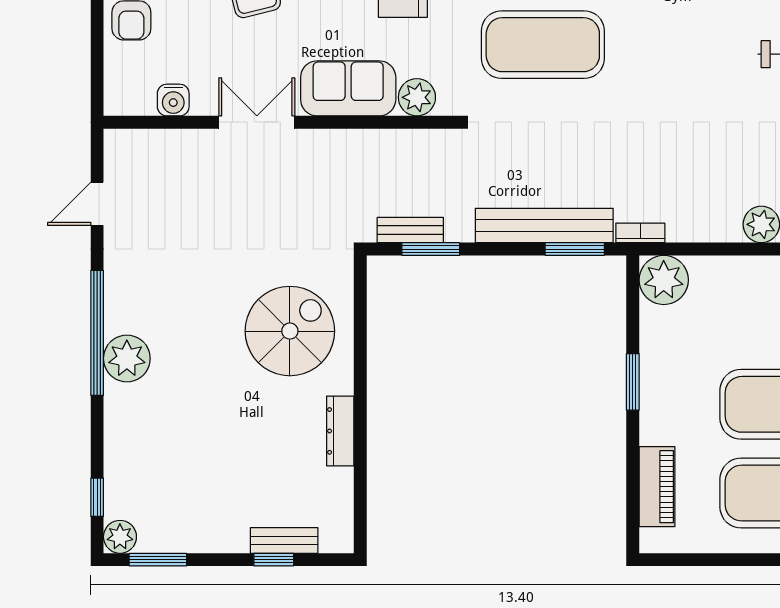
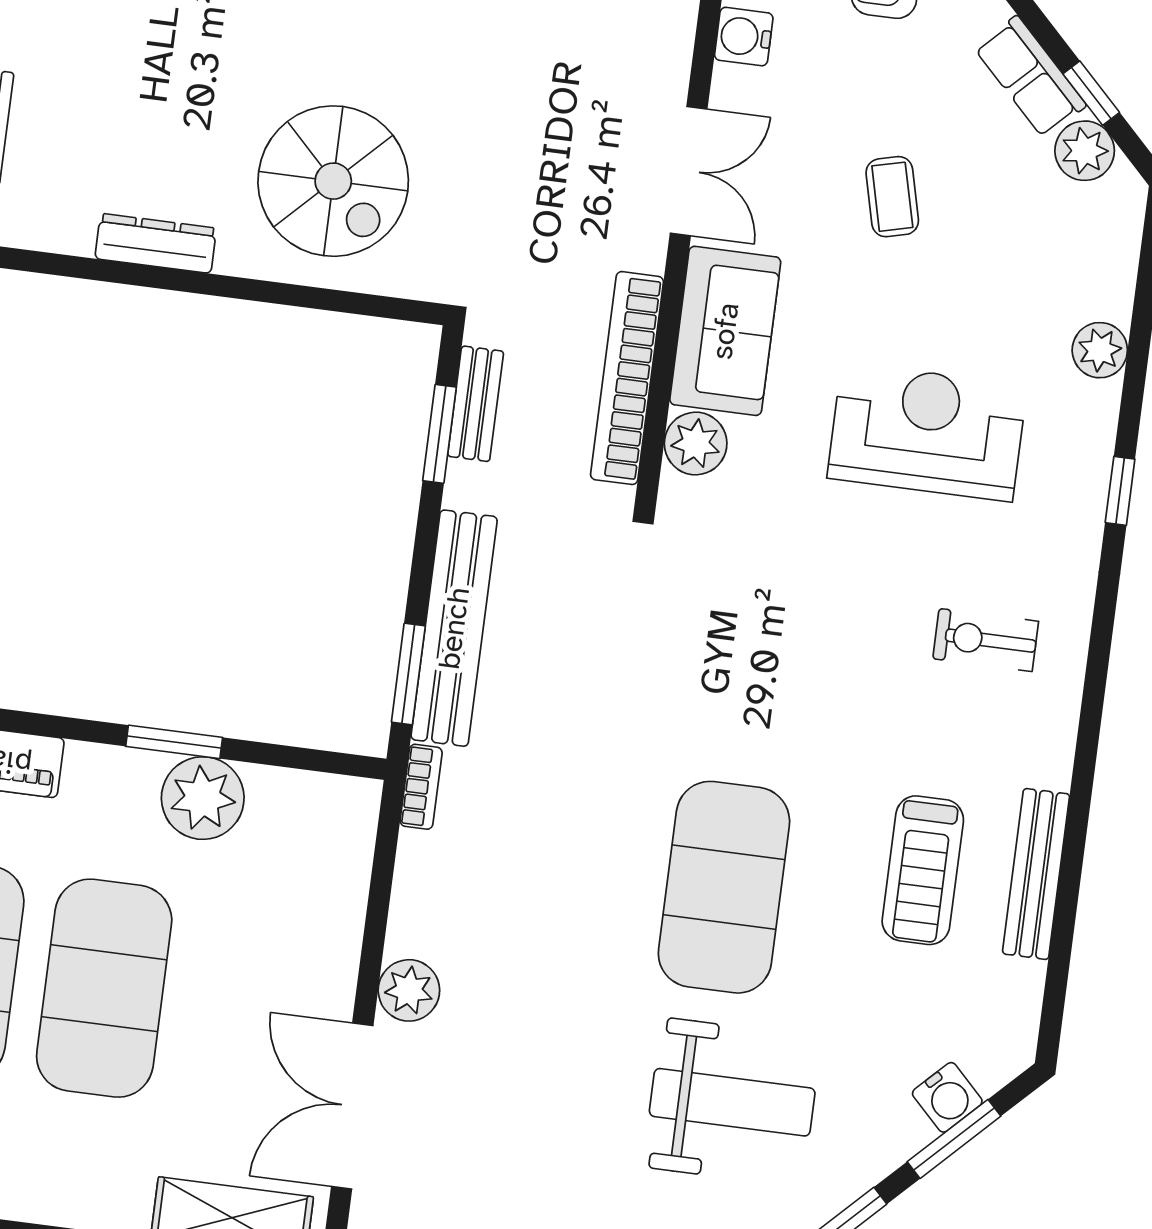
exercise mat: (543, 45) -> (724, 887), moved
bookcase: (384, 143) -> (627, 378), added
plant: (664, 280) -> (203, 798), moved

